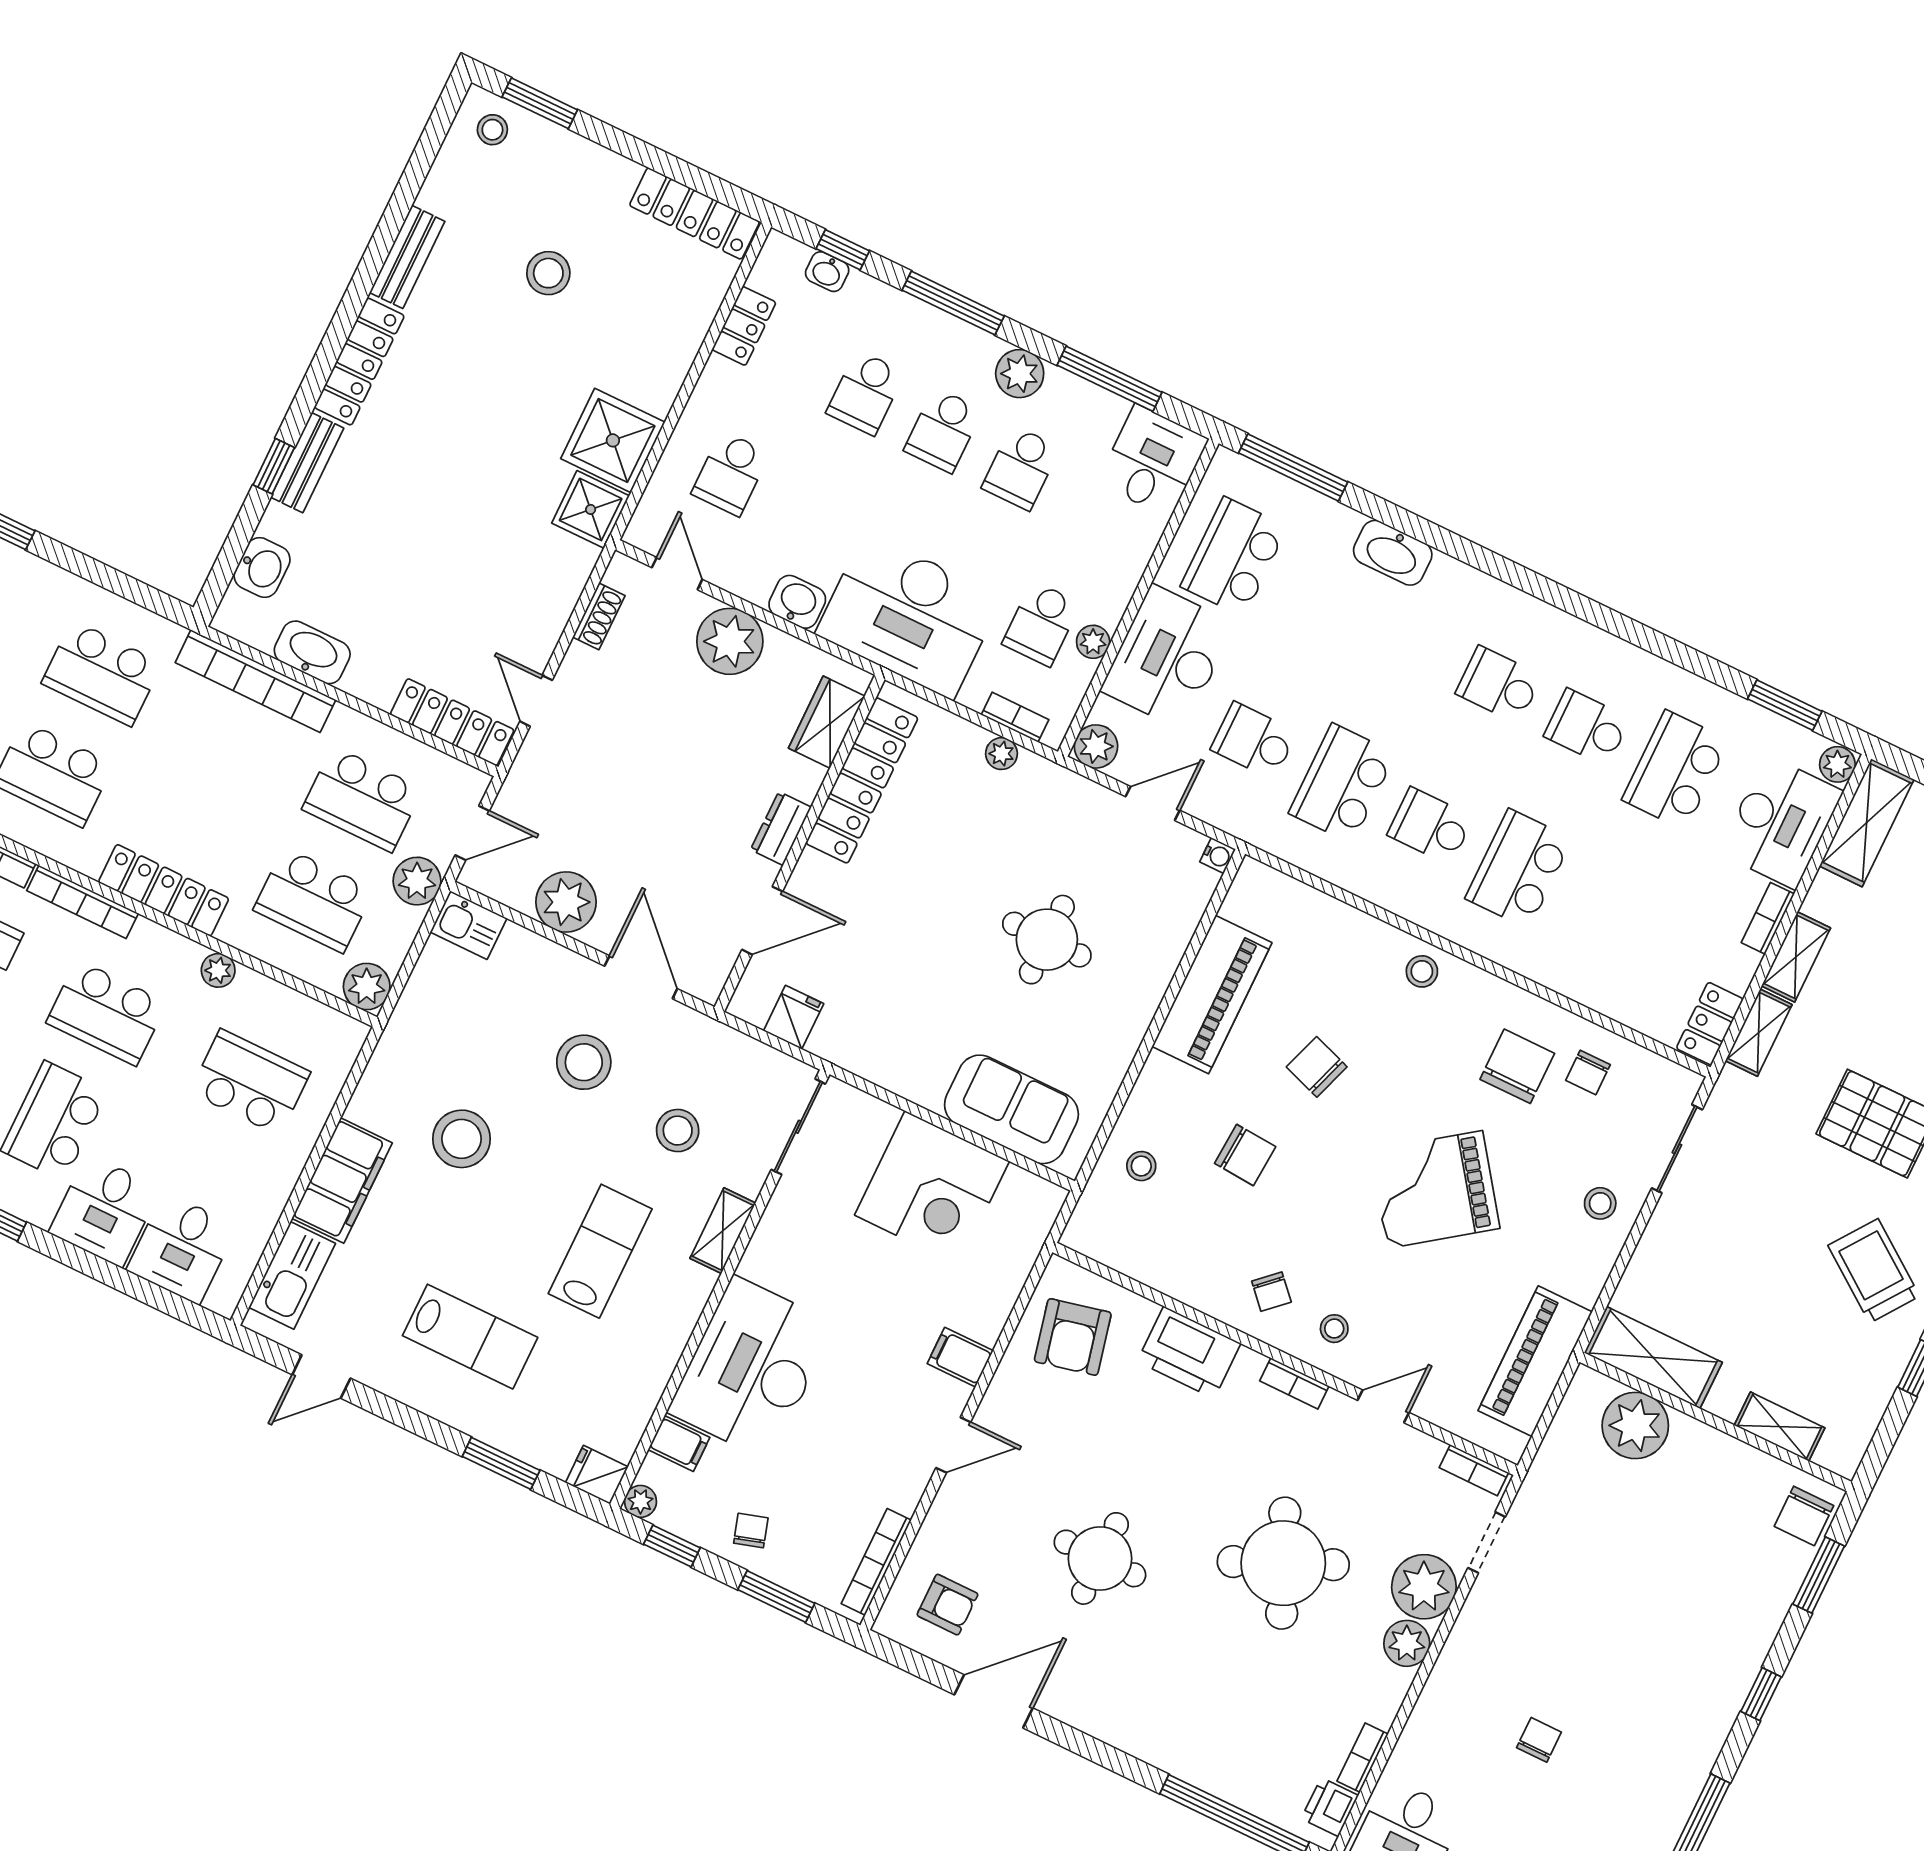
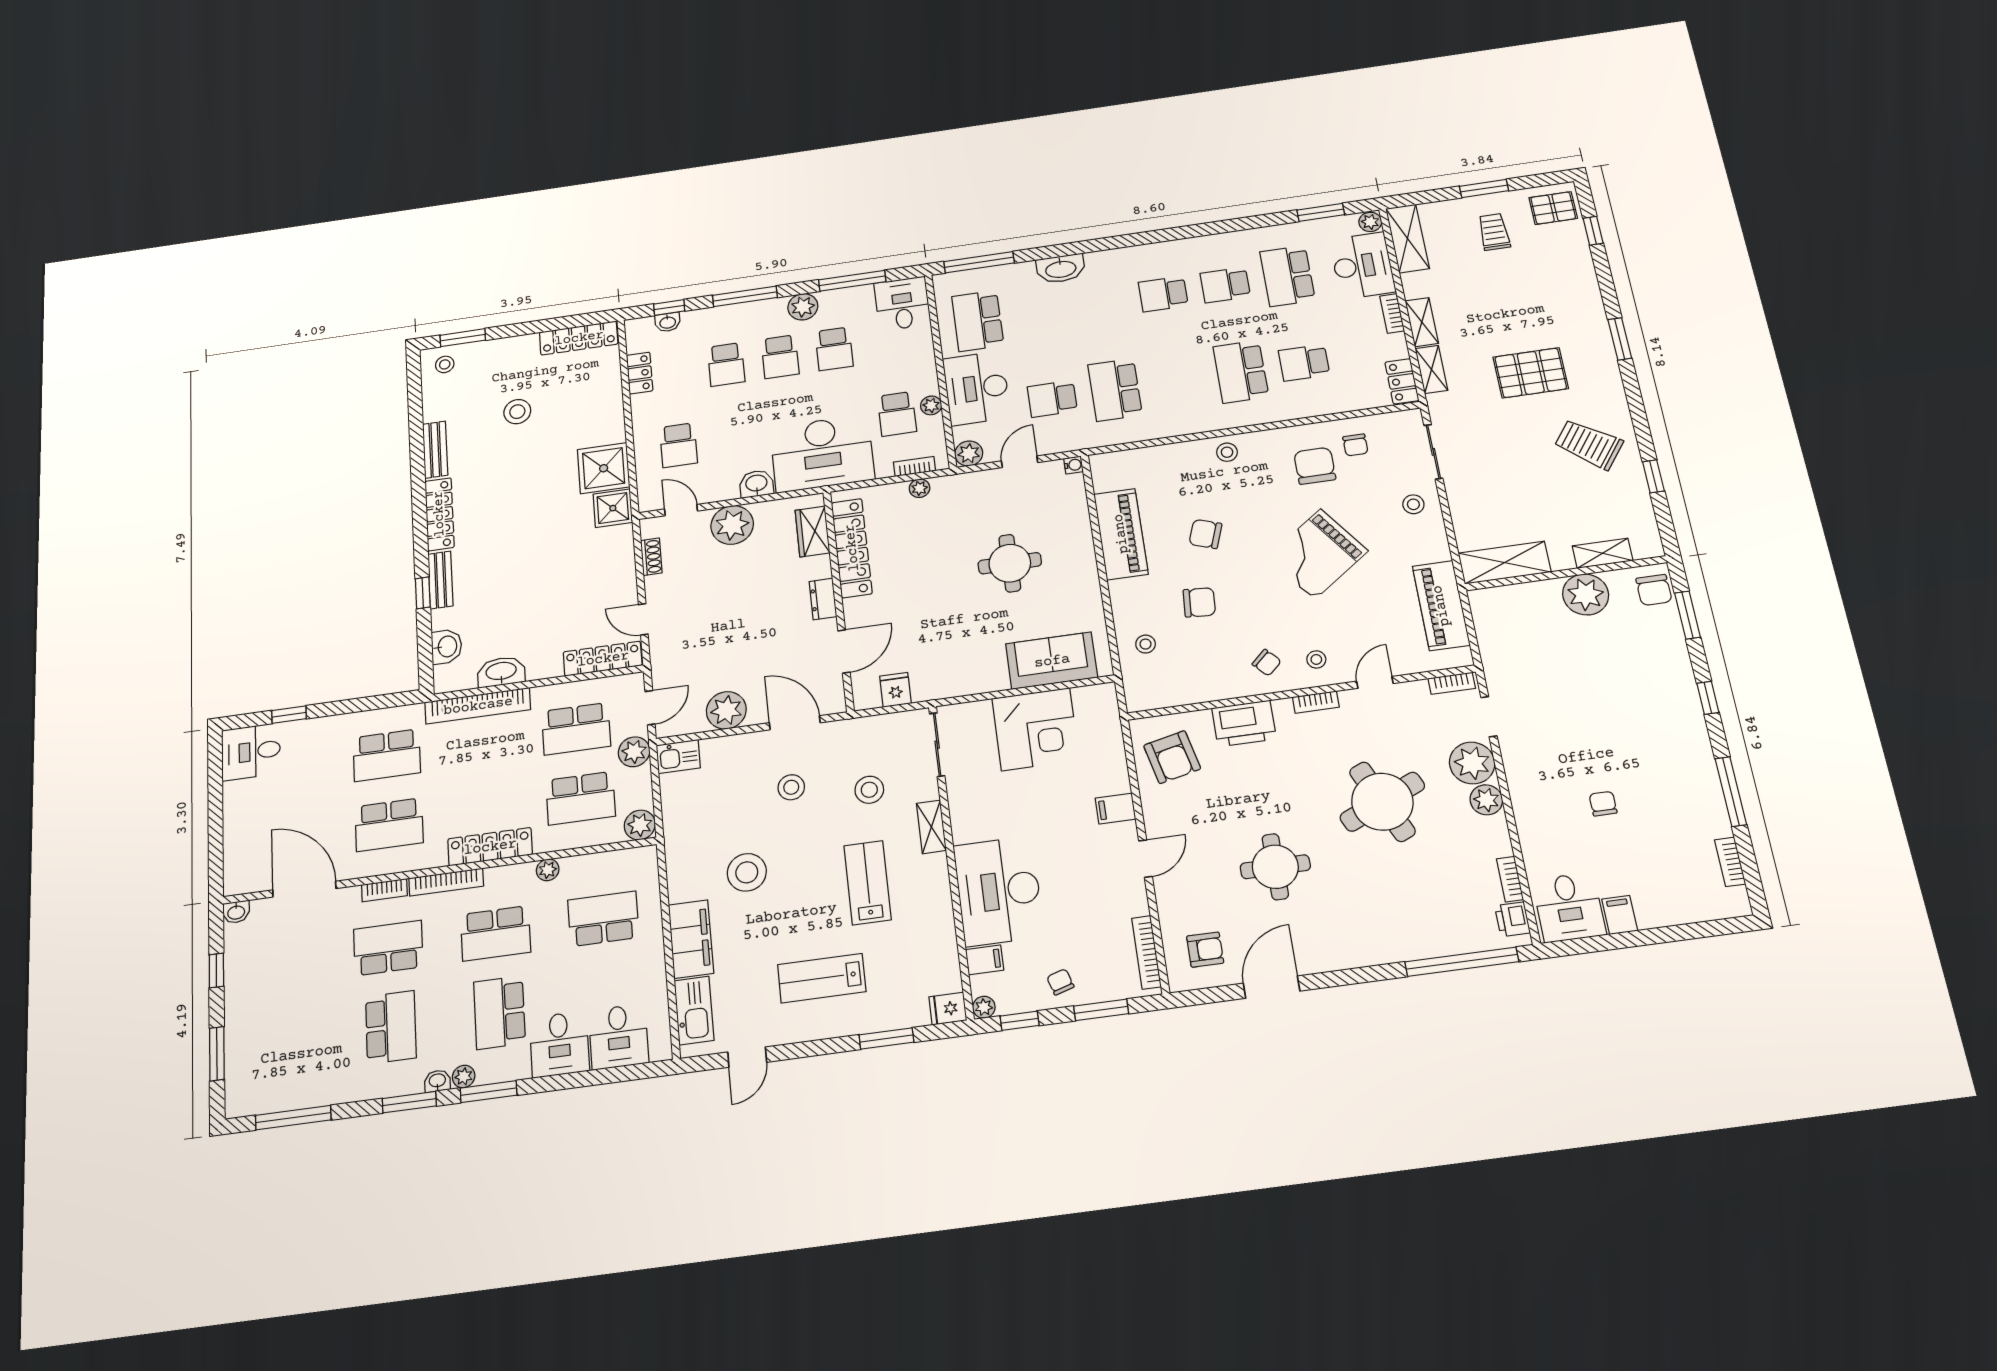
school desk: (1430, 826) -> (1304, 363), moved
stool: (584, 1062) -> (791, 787), width x0.73, depth x0.73
lab bench: (470, 1337) -> (822, 978), turned 180
plant: (1635, 1426) -> (1586, 594), moved

